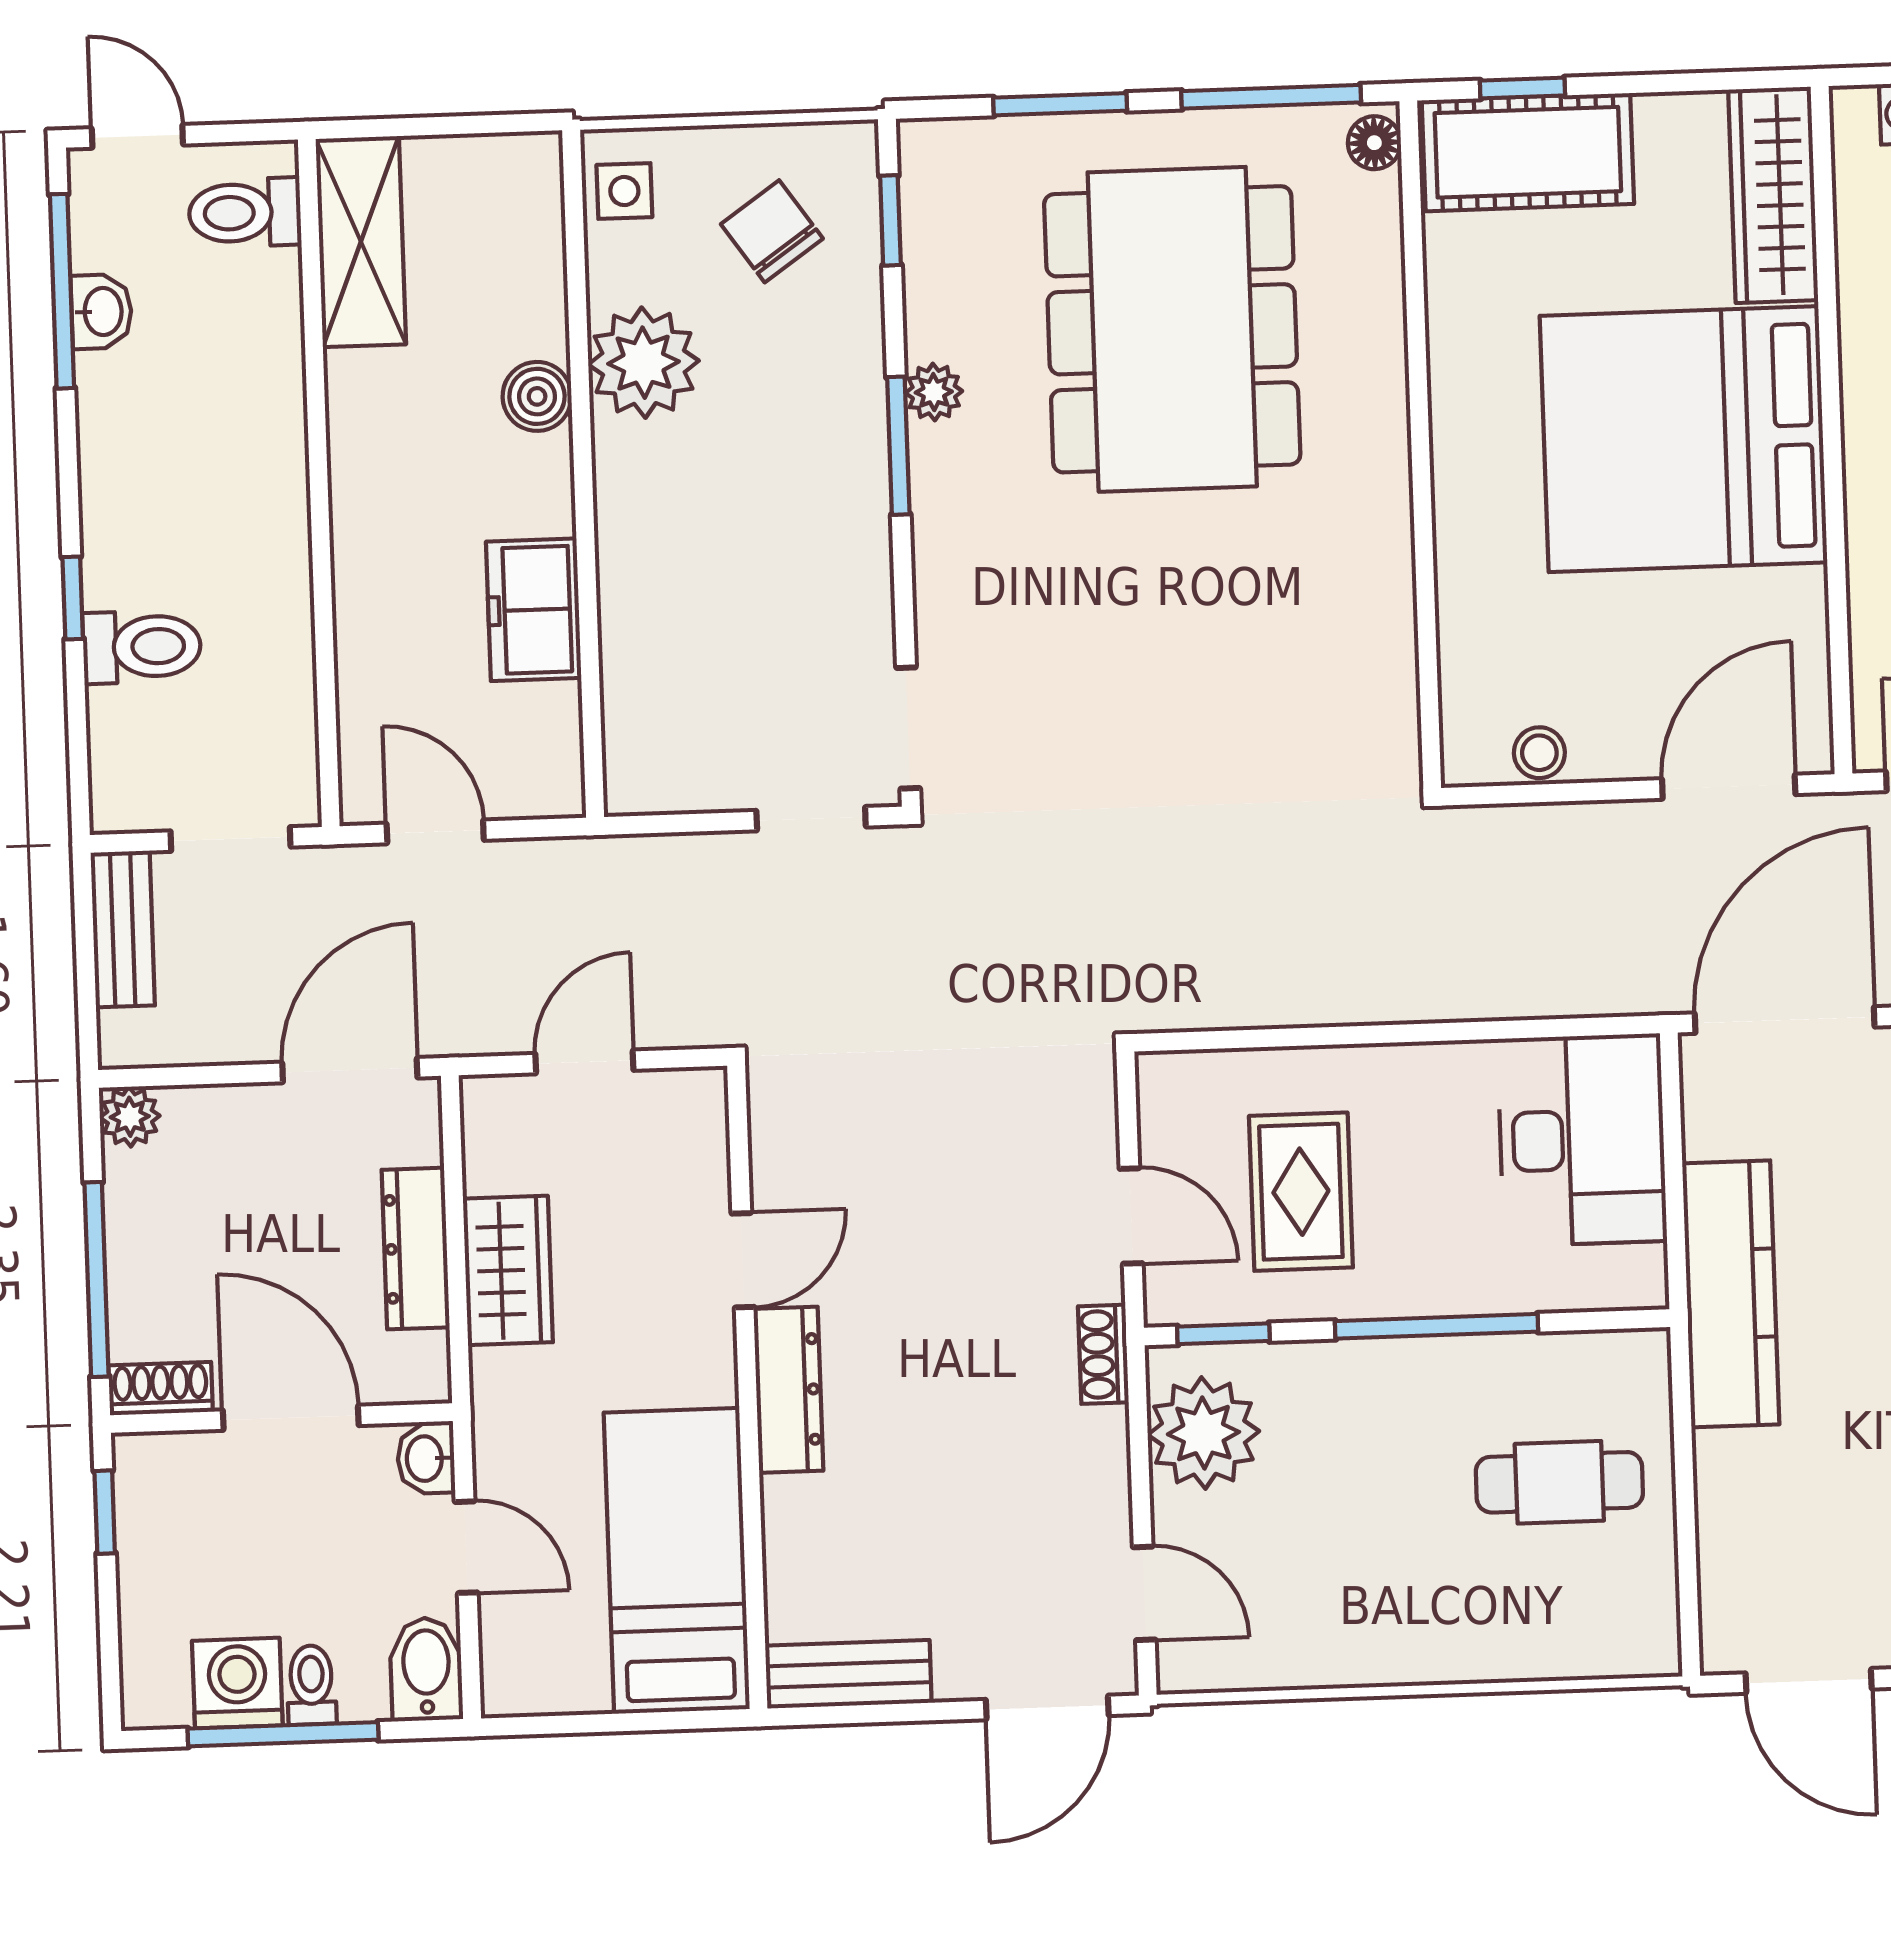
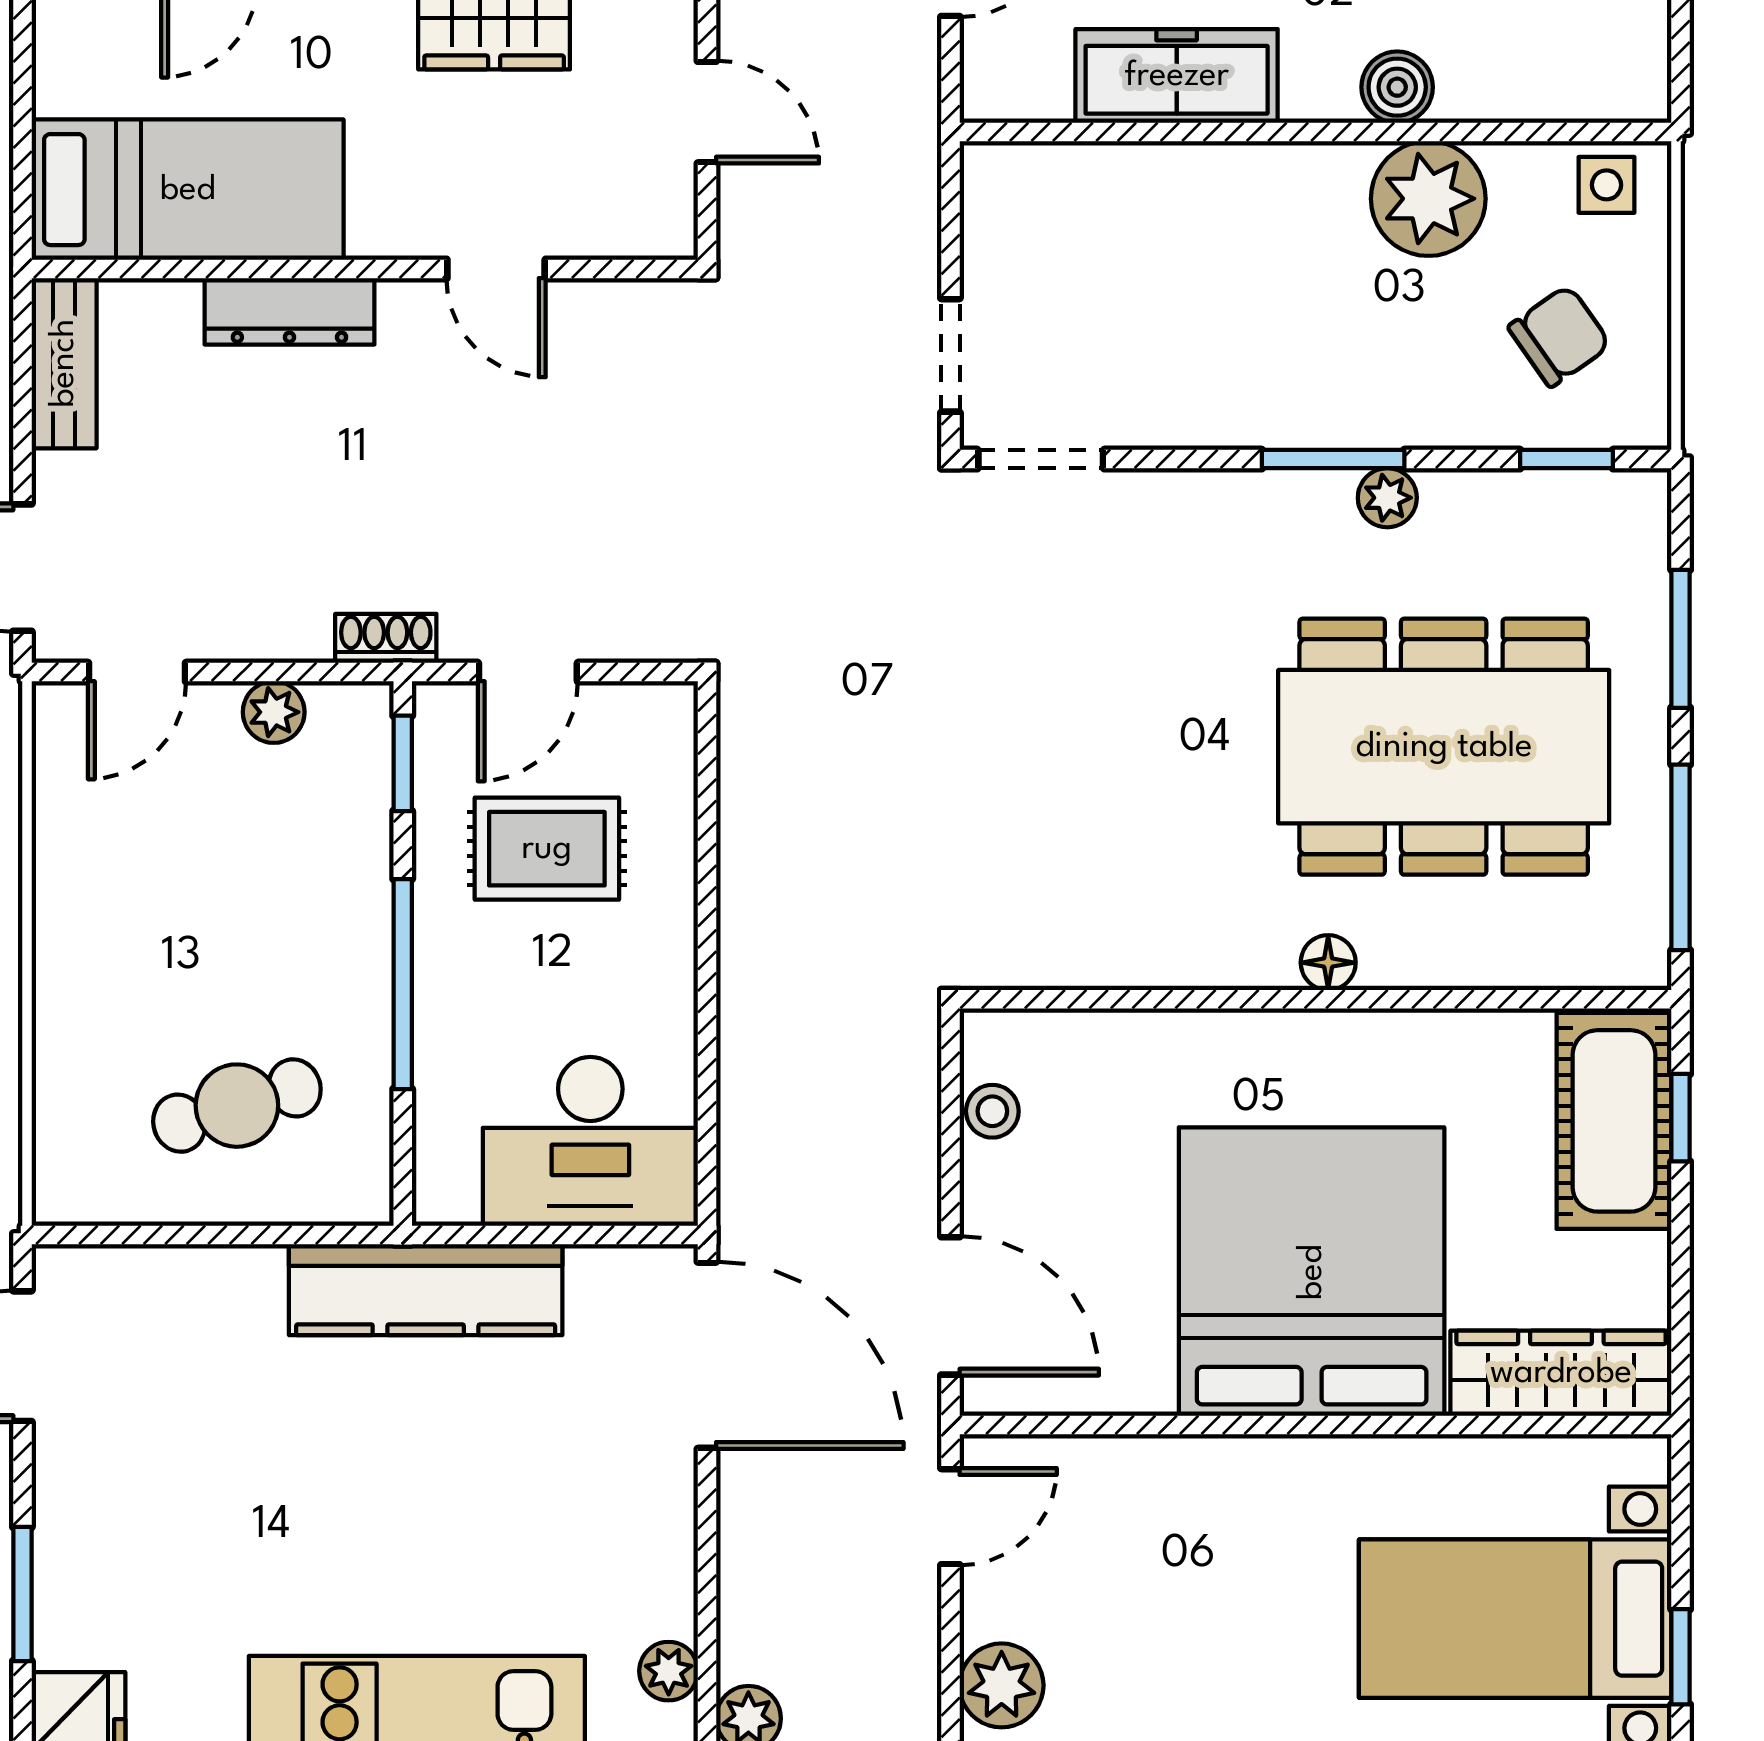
floor lamp: (1374, 143) -> (1328, 963), moved
freezer: (534, 610) -> (1177, 76), width x1.40
dresser: (788, 1390) -> (289, 311), moved
plant: (1203, 1433) -> (274, 712), width x0.53, depth x0.53
cafe table: (1559, 1482) -> (237, 1106), turned 73

